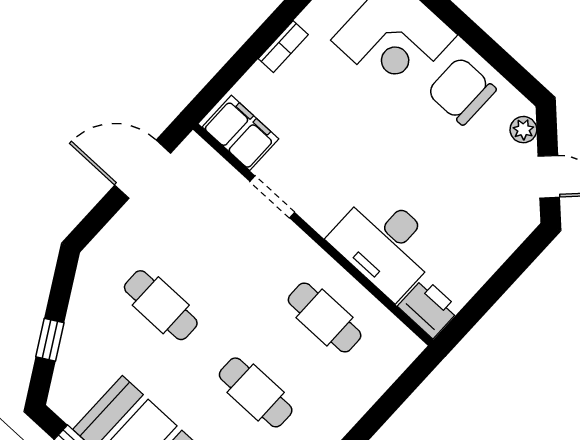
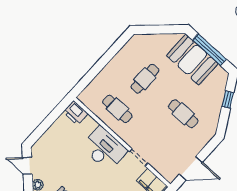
desk: (385, 244) -> (104, 149), moved
cafe table: (256, 392) -> (145, 79), turned 90

